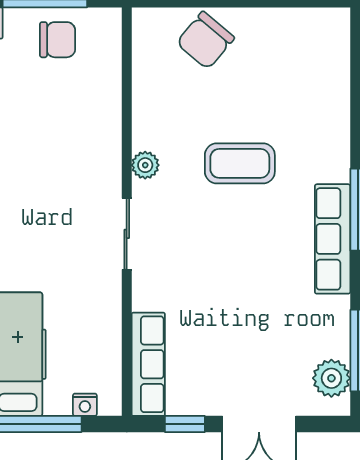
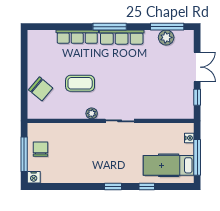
coffee table: (240, 163) -> (80, 83), moved, turned 90
row of seats: (148, 364) -> (77, 37), moved, turned 180
plant: (331, 378) -> (166, 37), moved

